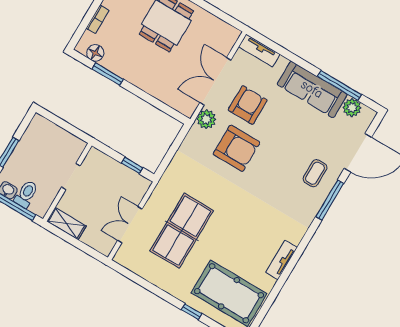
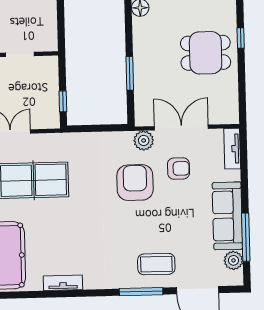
window: (108, 74) -> (130, 73), moved
armchair: (248, 105) -> (179, 168), width x0.72, depth x0.72
armchair: (237, 148) -> (135, 183), turned 180
coffee table: (315, 173) -> (156, 264), width x1.36, depth x1.30

